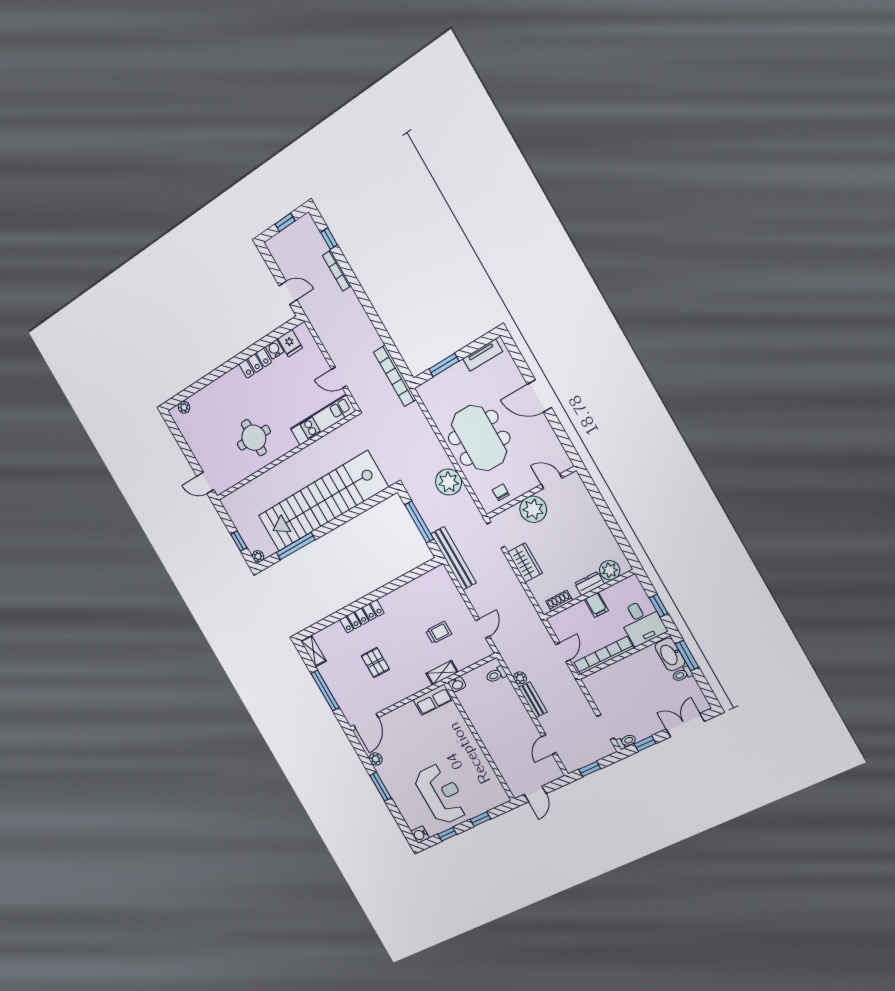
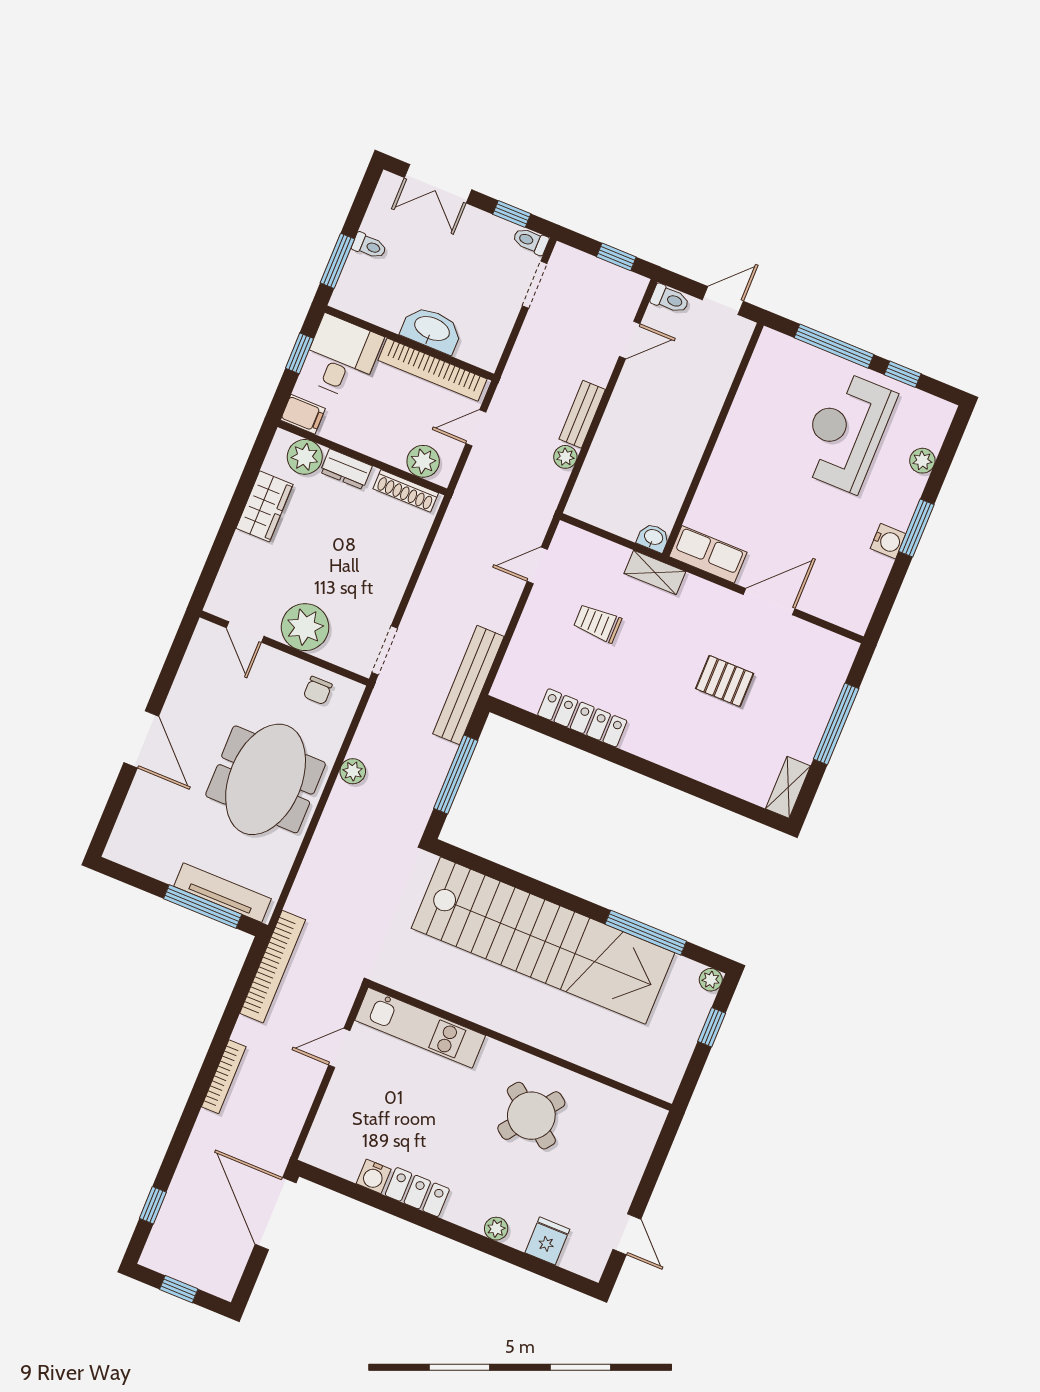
bookcase: (337, 271) -> (224, 1077), moved
door: (288, 293) -> (276, 1214), width x1.88
fridge: (290, 343) -> (547, 1241), moved
tv unit: (483, 355) -> (222, 893), moved, width x1.41
window: (444, 365) -> (203, 907), width x1.44
door: (339, 378) -> (339, 1048), swing flipped
plant: (184, 407) -> (496, 1229), moved
round table: (254, 438) -> (531, 1116), turned 37
plant: (449, 482) -> (353, 771), width x0.53, depth x0.53
door: (205, 483) -> (627, 1234), moved
wardrobe: (525, 563) -> (264, 506), moved, turned 180
shoe rack: (559, 601) -> (406, 491), width x1.43
filing cabinet: (596, 605) -> (303, 414), moved, turned 90
locker: (362, 616) -> (582, 718), moved
plant: (566, 619) -> (423, 461), added
washbasin: (670, 654) -> (432, 329), moved, turned -90
pallet: (375, 663) -> (725, 681), turned 90
toilet: (496, 675) -> (670, 299), moved
door: (366, 721) -> (769, 602), moved
plant: (376, 759) -> (922, 461), moved
window: (480, 819) -> (834, 346), width x2.17
water cooler: (420, 835) -> (888, 541), moved

